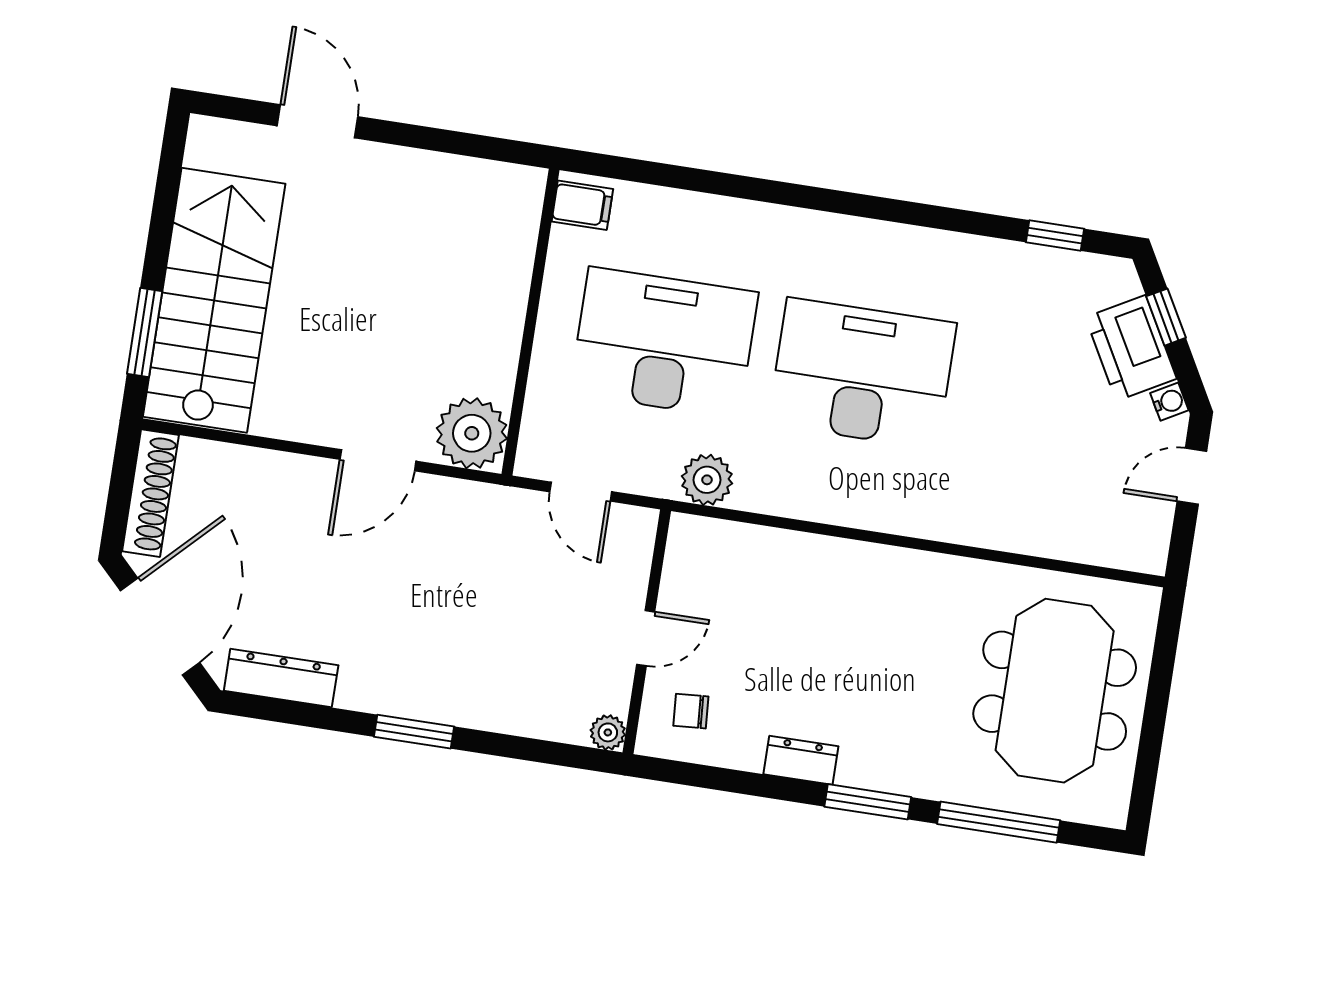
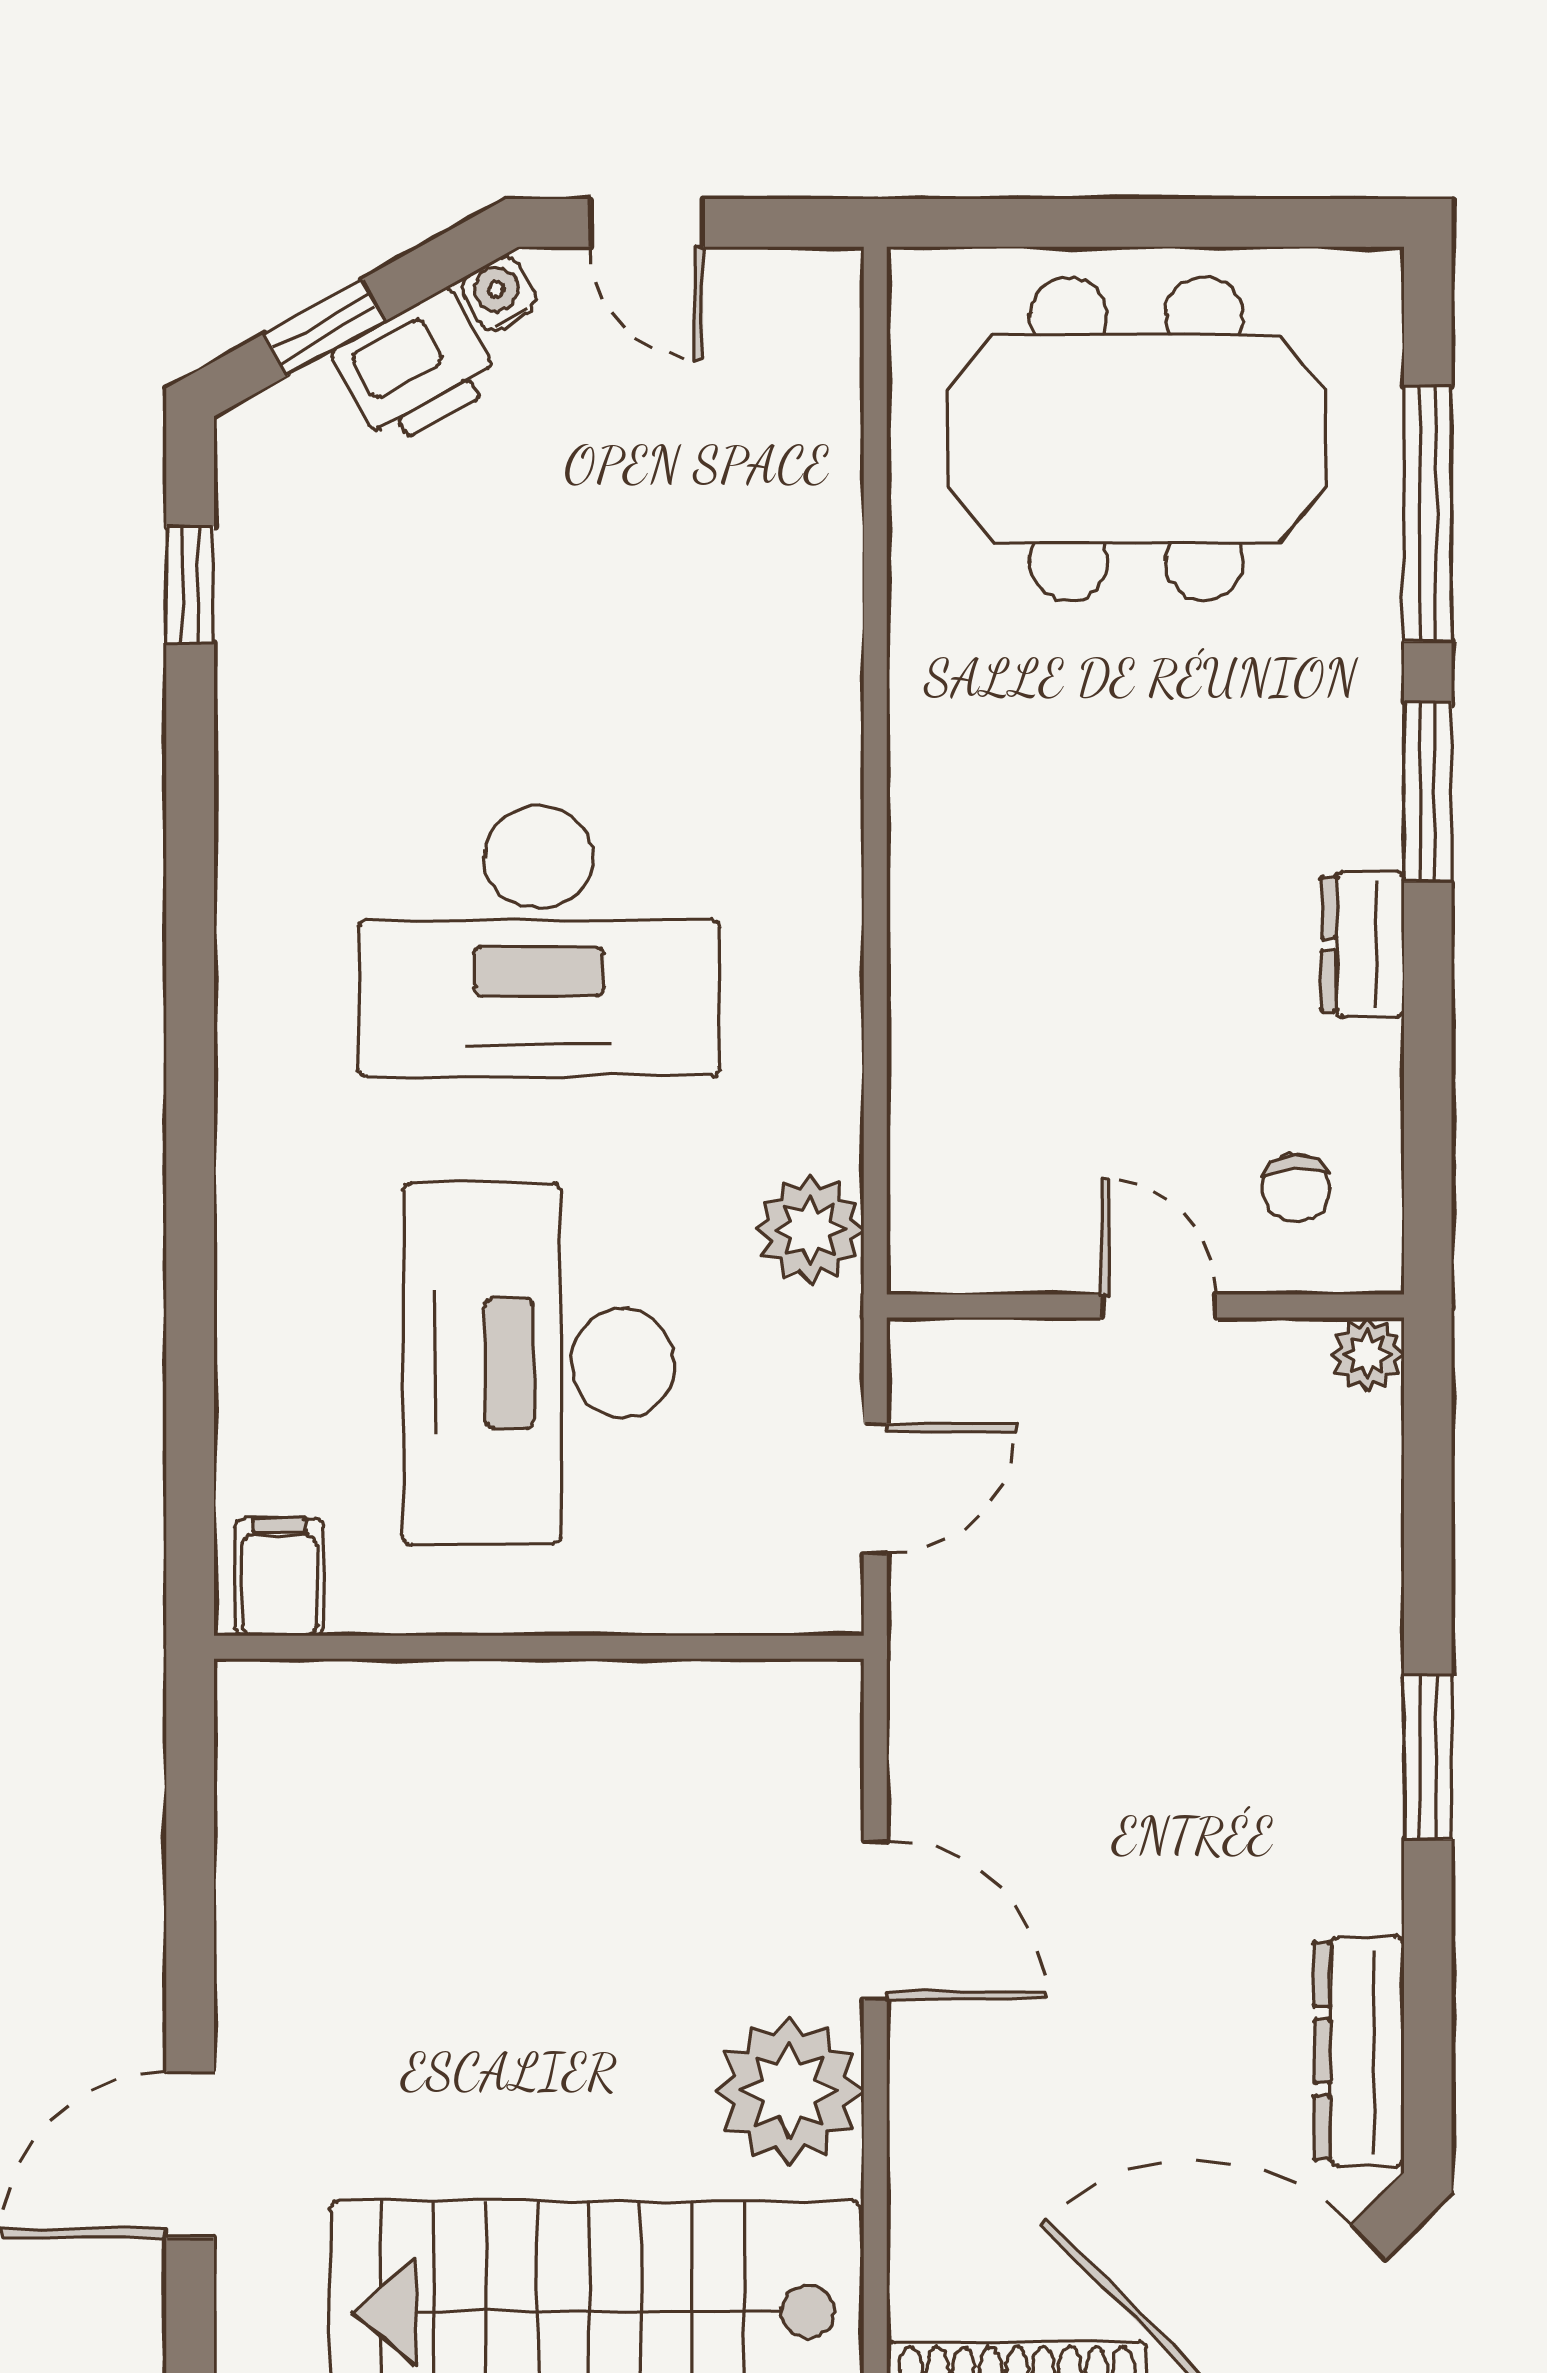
printer: (1131, 348) -> (417, 368), width x0.73, depth x0.84
desk: (862, 373) -> (539, 941), turned -90
plant: (472, 433) -> (789, 2091), moved

